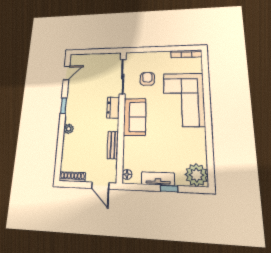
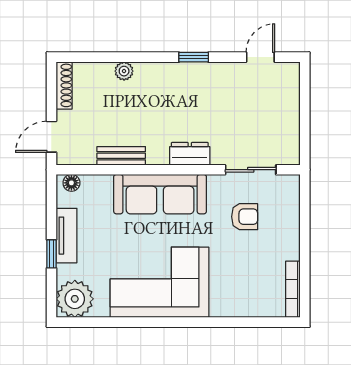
door: (67, 73) -> (260, 57), swing flipped
sliding door: (123, 76) -> (251, 170), width x0.73
corner sofa: (184, 99) -> (159, 282), moved
sofa: (135, 117) -> (160, 194), width x1.36
plant: (69, 129) -> (124, 71), moved

